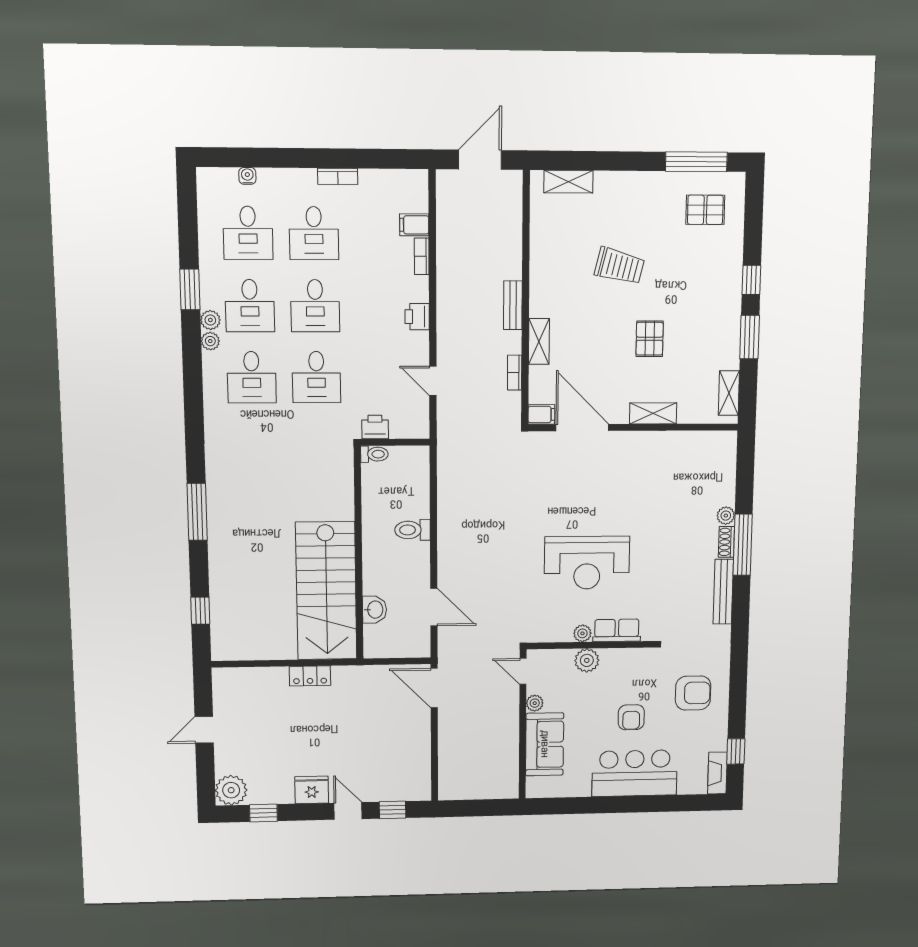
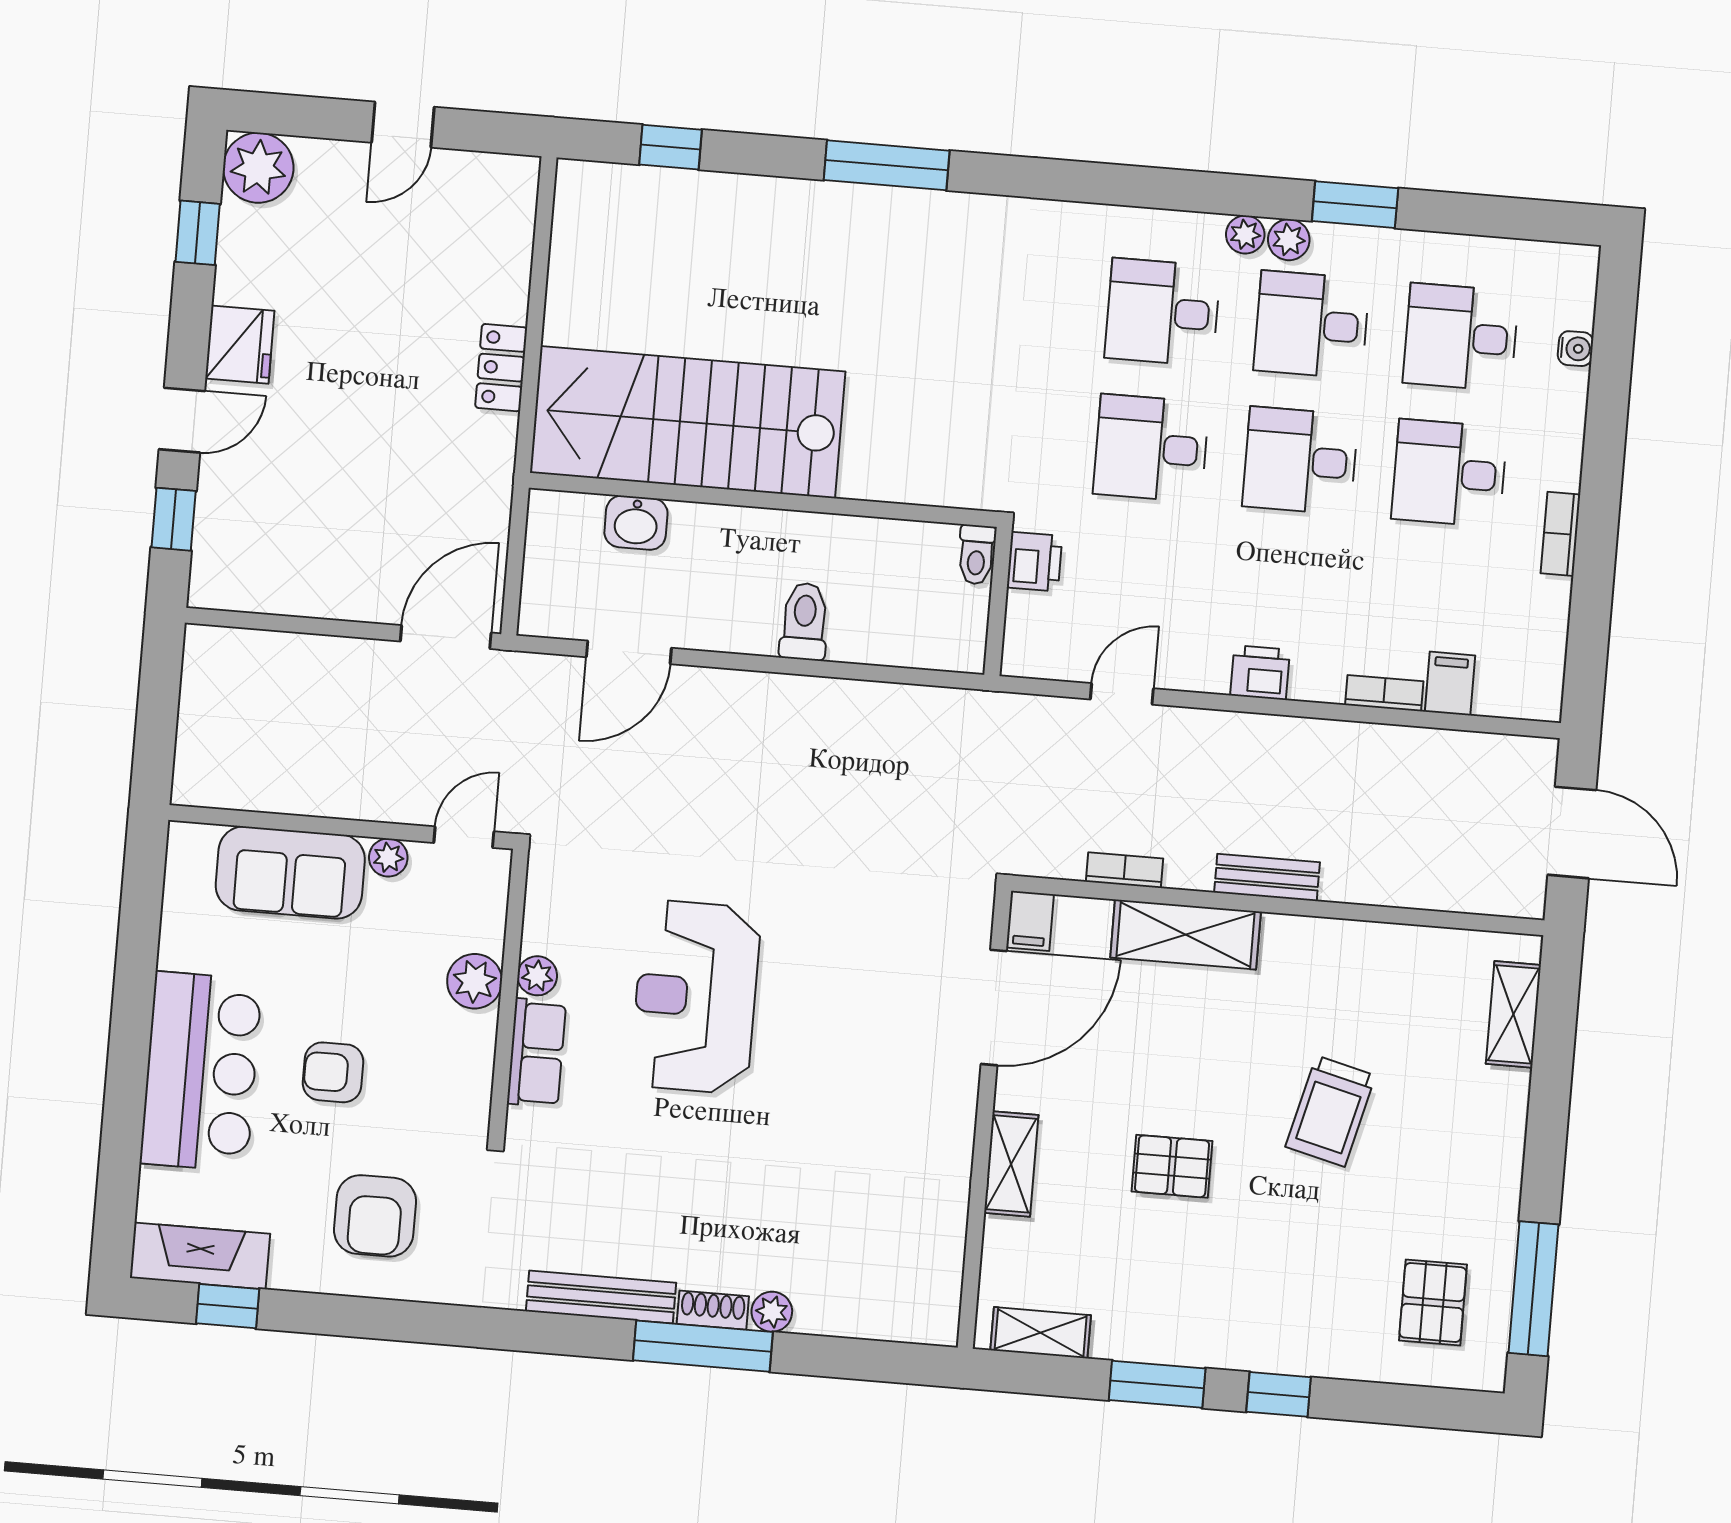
shelving: (539, 341) -> (1186, 935), width x1.50, depth x1.33
door: (204, 730) -> (403, 125), swing flipped
fireplace: (717, 773) -> (200, 1256), width x1.37, depth x1.32

